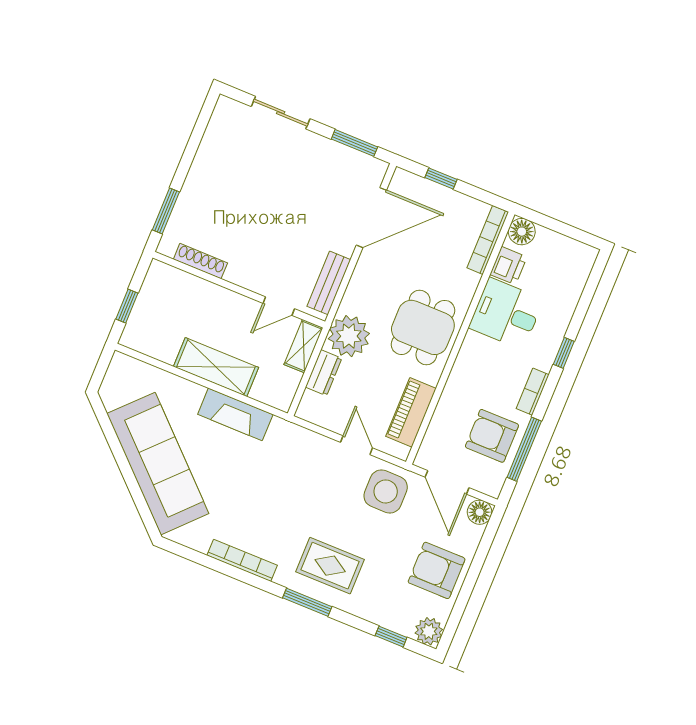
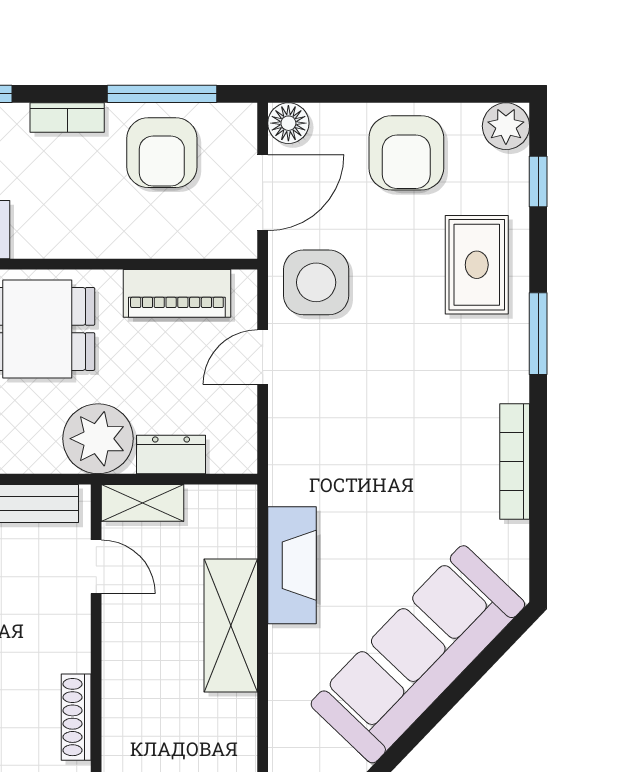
rug: (330, 566) -> (477, 265), moved

